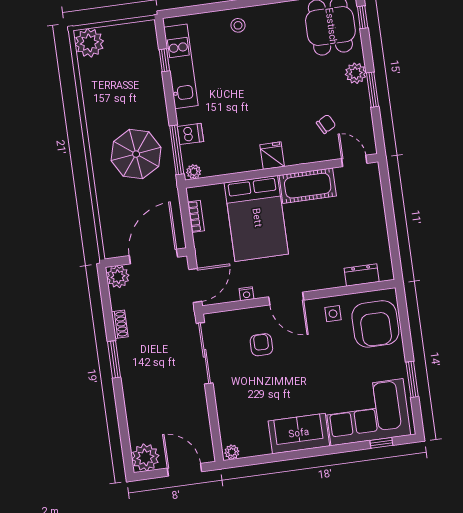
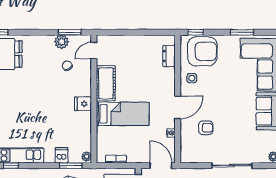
plant: (356, 73) -> (62, 42), moved
window: (373, 90) -> (70, 32), moved
window: (177, 150) -> (71, 166), width x0.69
bed: (256, 218) -> (123, 114), width x0.67
window: (403, 310) -> (196, 32), added
armchair: (261, 345) -> (206, 128), turned 180
sliding door: (205, 353) -> (232, 166), moved

